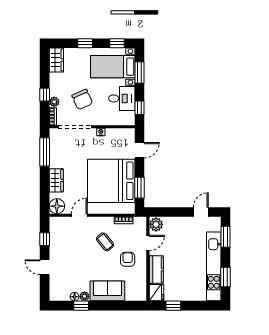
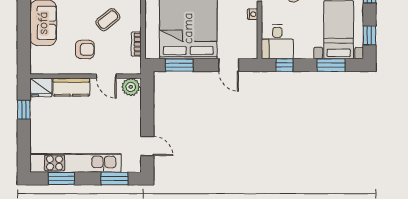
desk: (122, 98) -> (277, 42), moved

